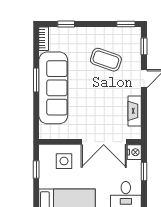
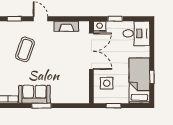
sofa: (53, 88) -> (34, 94), width x0.54, depth x0.79

